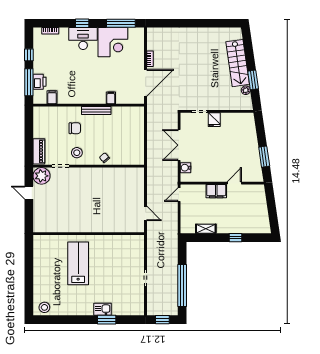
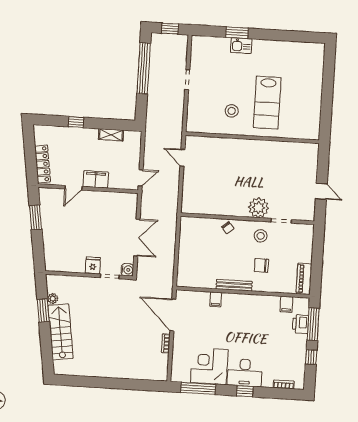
door: (146, 83) -> (173, 315), hinge flipped
piano: (39, 151) -> (304, 279), moved
water cooler: (186, 168) -> (127, 270), moved
plant: (42, 176) -> (258, 208), moved
locker: (261, 201) -> (43, 164), added
stool: (44, 307) -> (232, 111), moved

